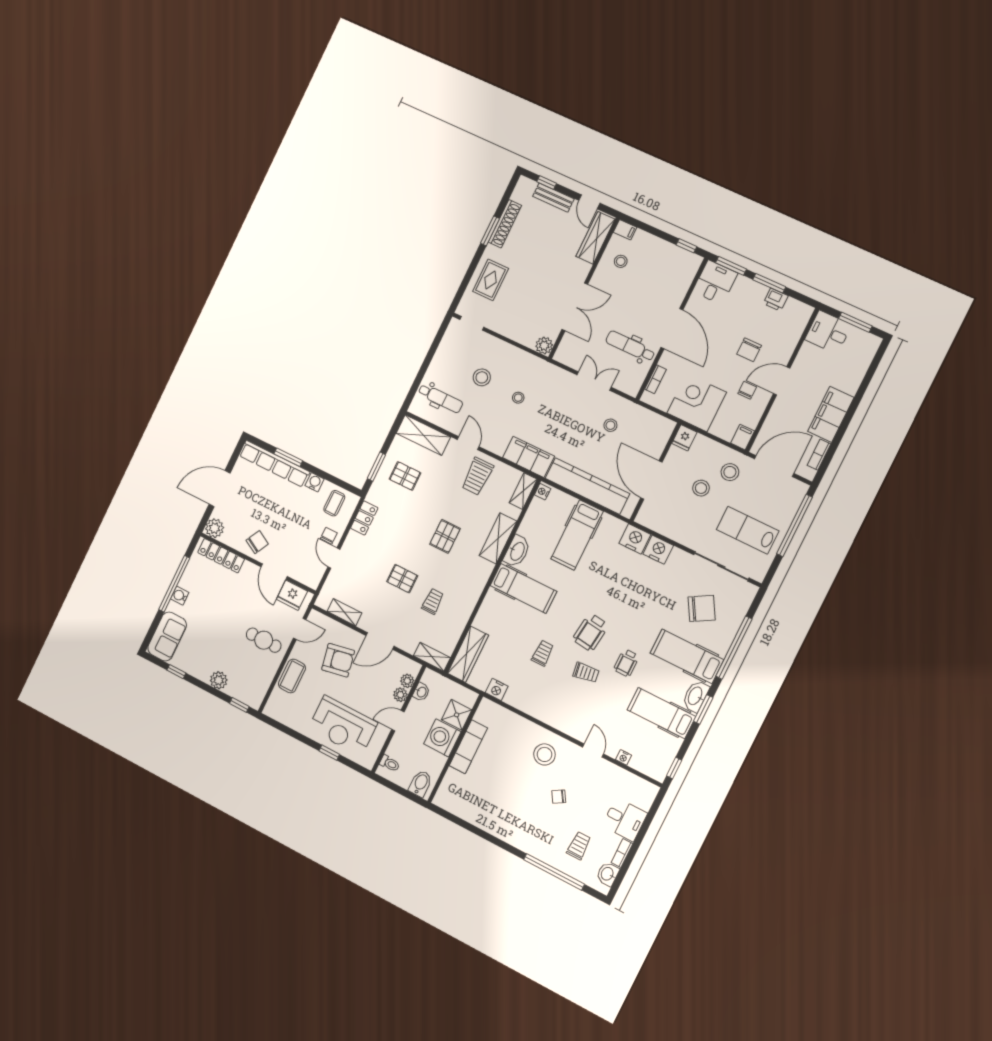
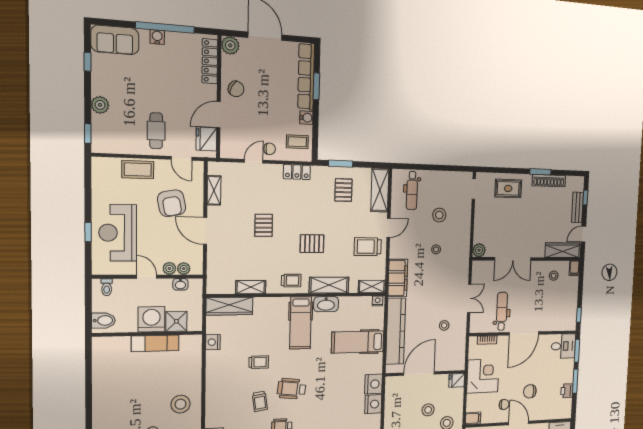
trolley: (433, 601) -> (291, 281), moved
shelving: (432, 657) -> (251, 287), moved, turned 90

